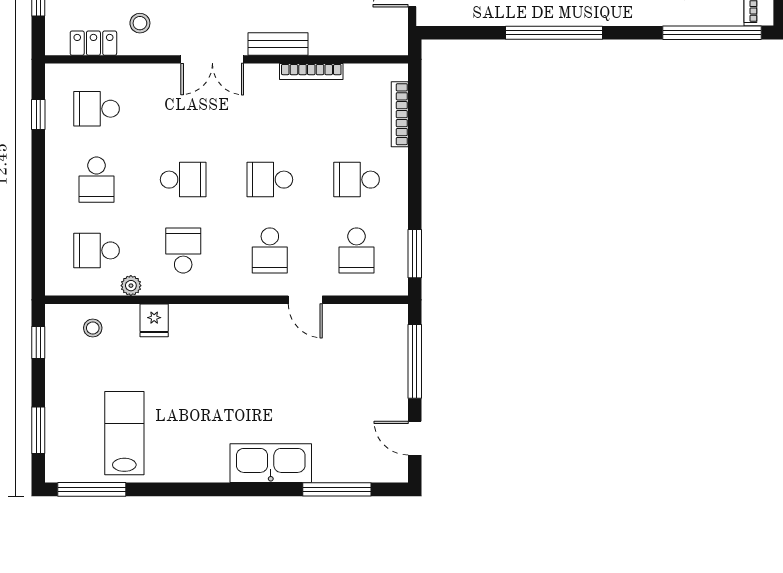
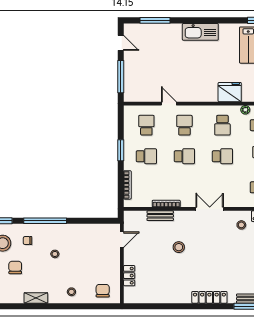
window: (554, 33) -> (45, 221), moved
bench: (278, 44) -> (160, 216), moved
school desk: (183, 180) -> (222, 156), turned 180
window: (415, 254) -> (121, 150), moved
fridge: (154, 320) -> (230, 92), width x1.88, depth x1.34
kitchen sink: (271, 463) -> (200, 32), moved

